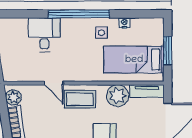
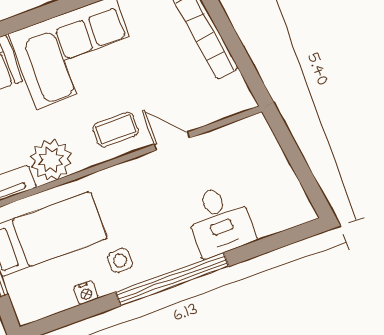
plant: (13, 97) -> (234, 90), removed
coffee table: (80, 99) -> (116, 129), width x0.73, depth x0.77

